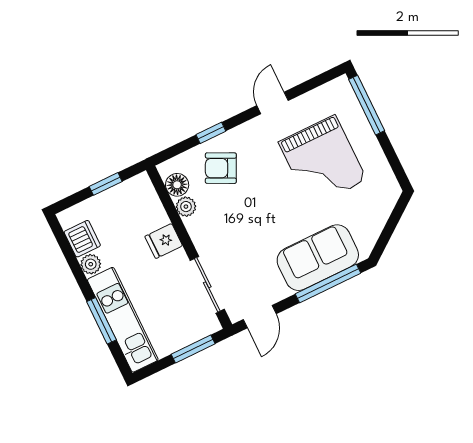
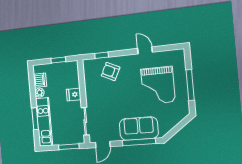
door: (272, 103) -> (145, 50), hinge flipped
window: (367, 105) -> (190, 85), moved
window: (211, 133) -> (102, 55), moved
floor lamp: (177, 185) -> (89, 72), removed
plant: (186, 207) -> (89, 83), removed

